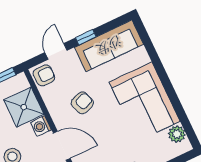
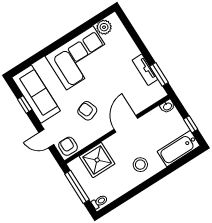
window: (86, 37) -> (25, 104), moved
washing machine: (41, 126) -> (111, 144), removed

